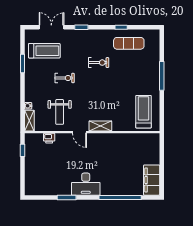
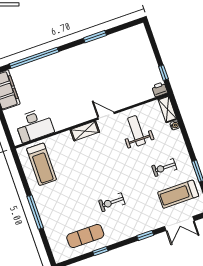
exercise bike: (65, 78) -> (164, 168), moved
printer: (49, 138) -> (160, 89), moved
desk: (86, 184) -> (34, 125), moved, turned 180

